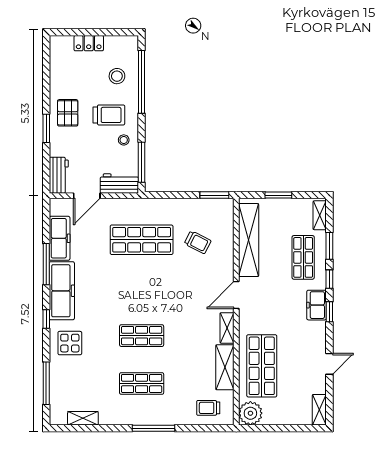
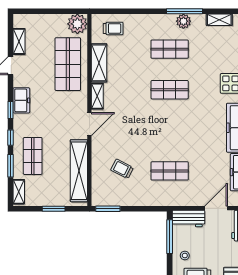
shop shelf: (142, 240) -> (170, 171), width x0.70, depth x0.74
freezer: (317, 305) -> (21, 100), moved
shelving: (319, 410) -> (19, 41), moved
plant: (125, 416) -> (183, 21), added
window: (153, 428) -> (184, 11), moved

